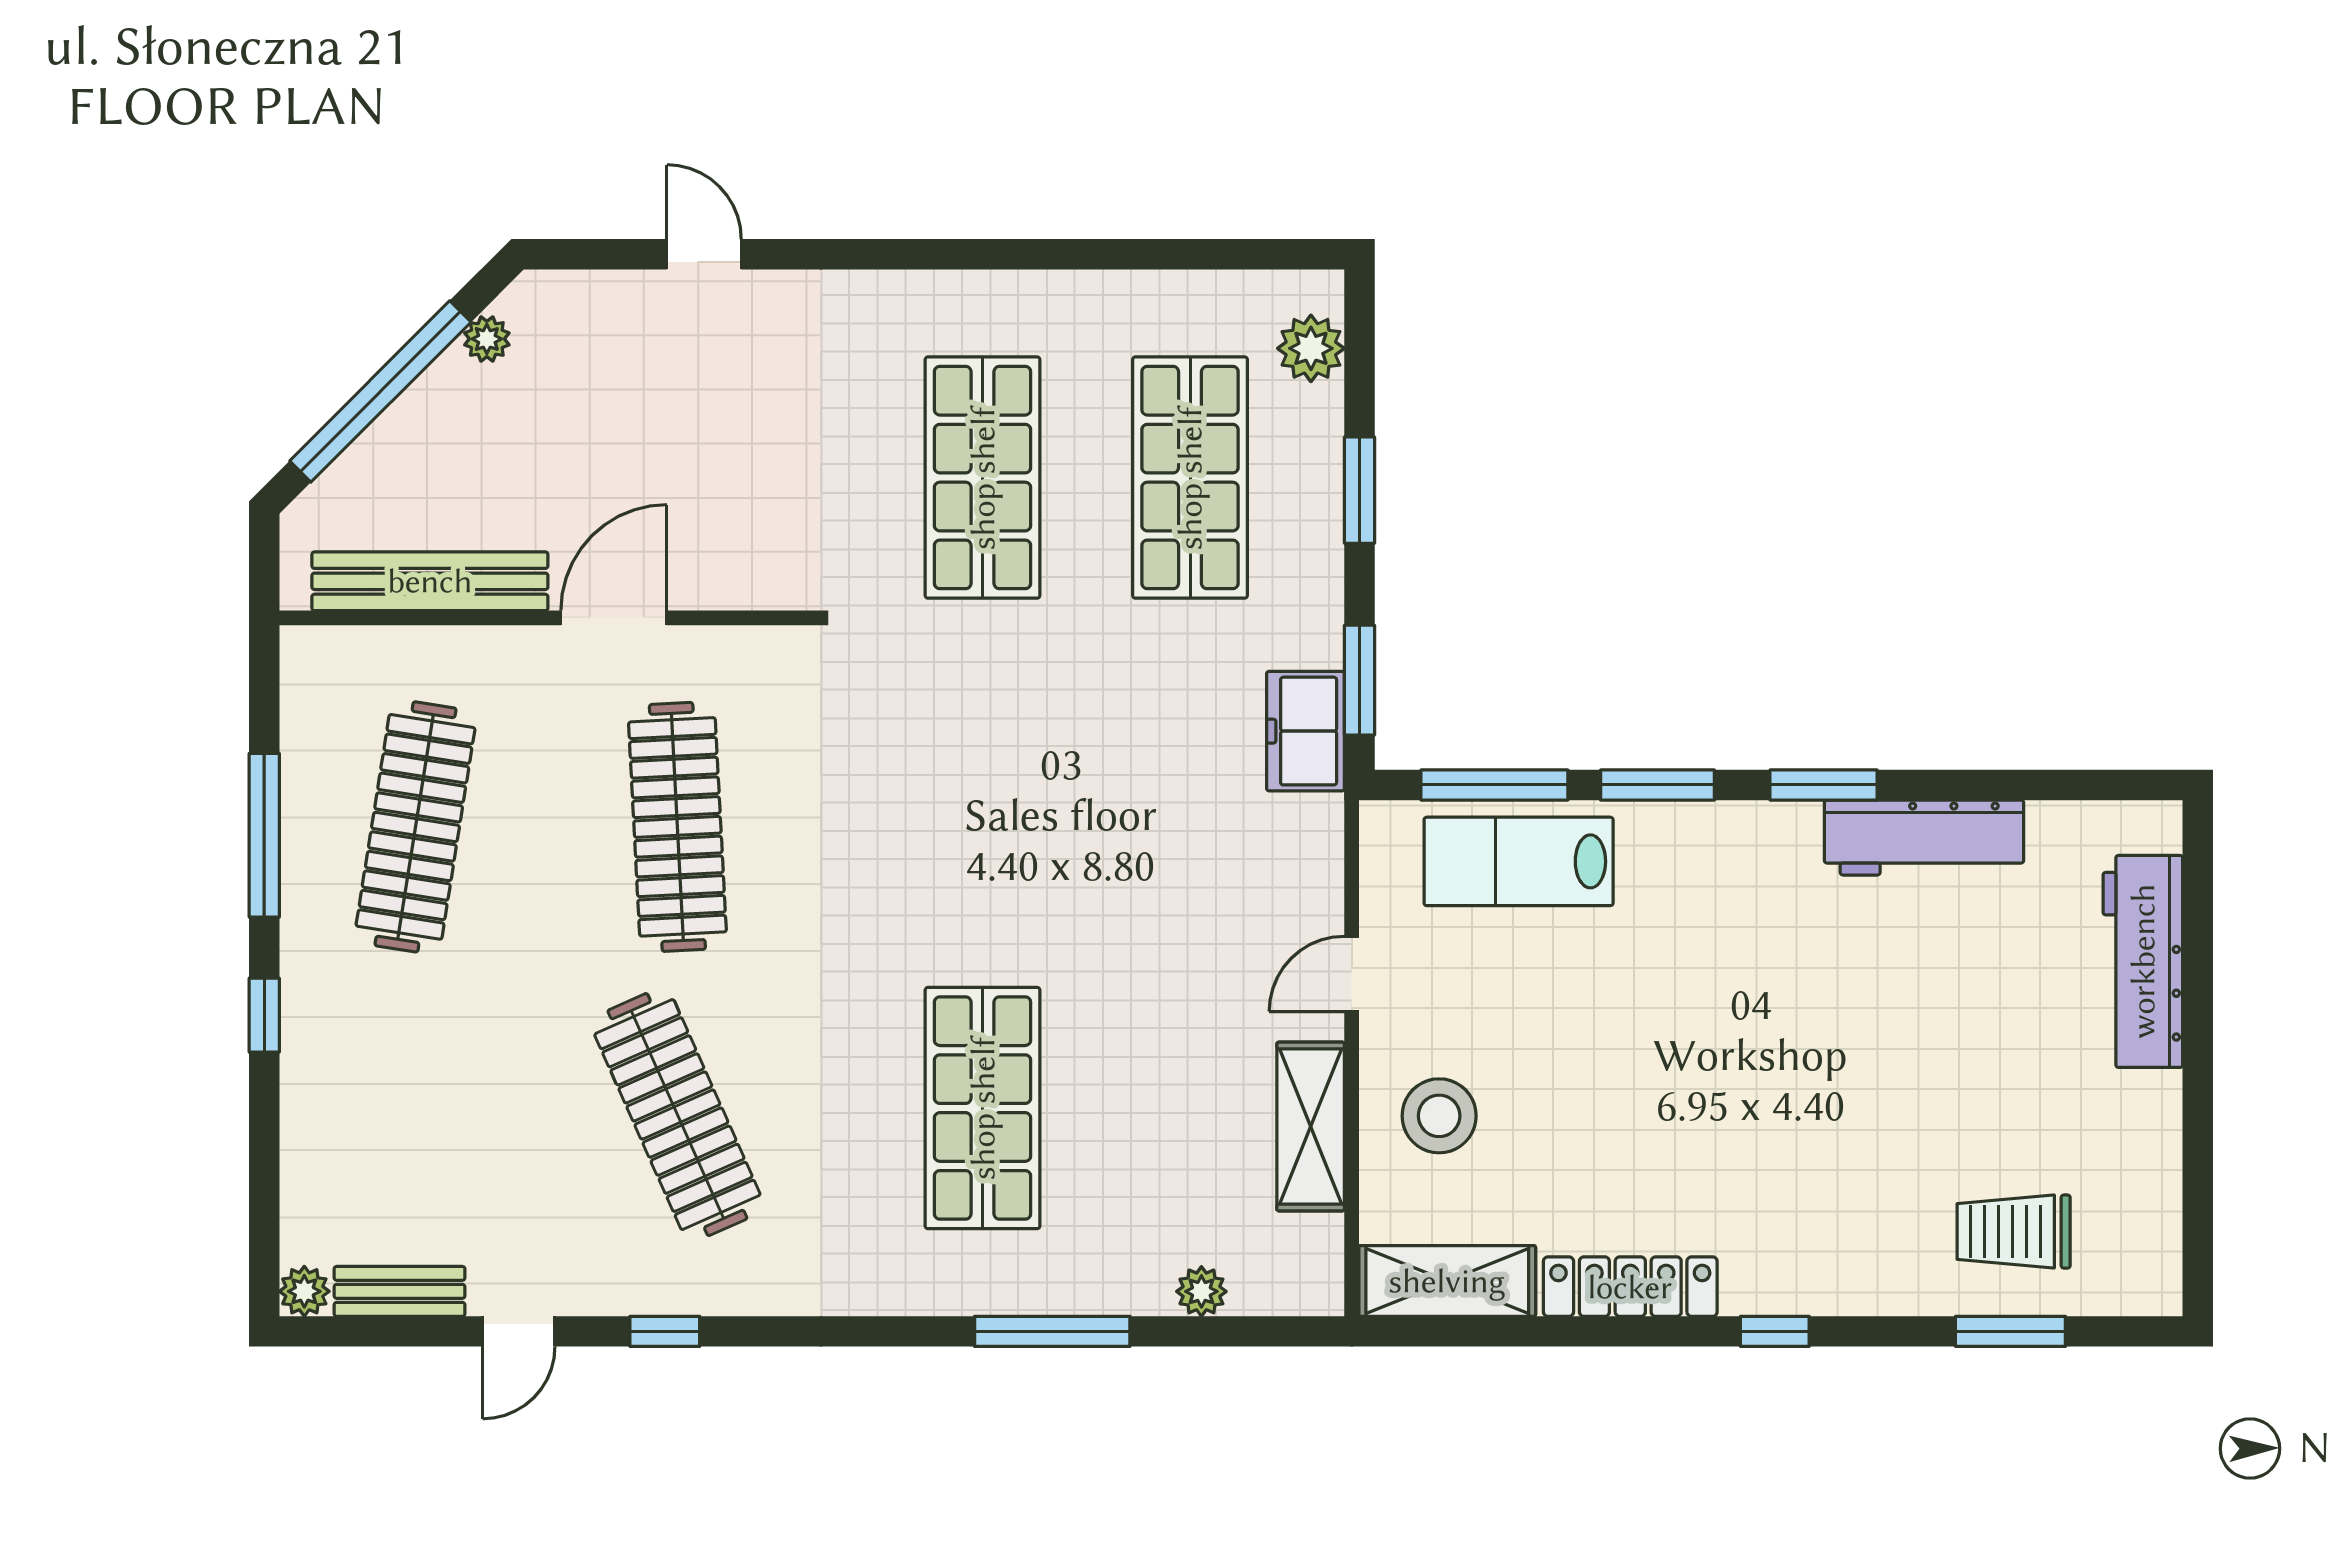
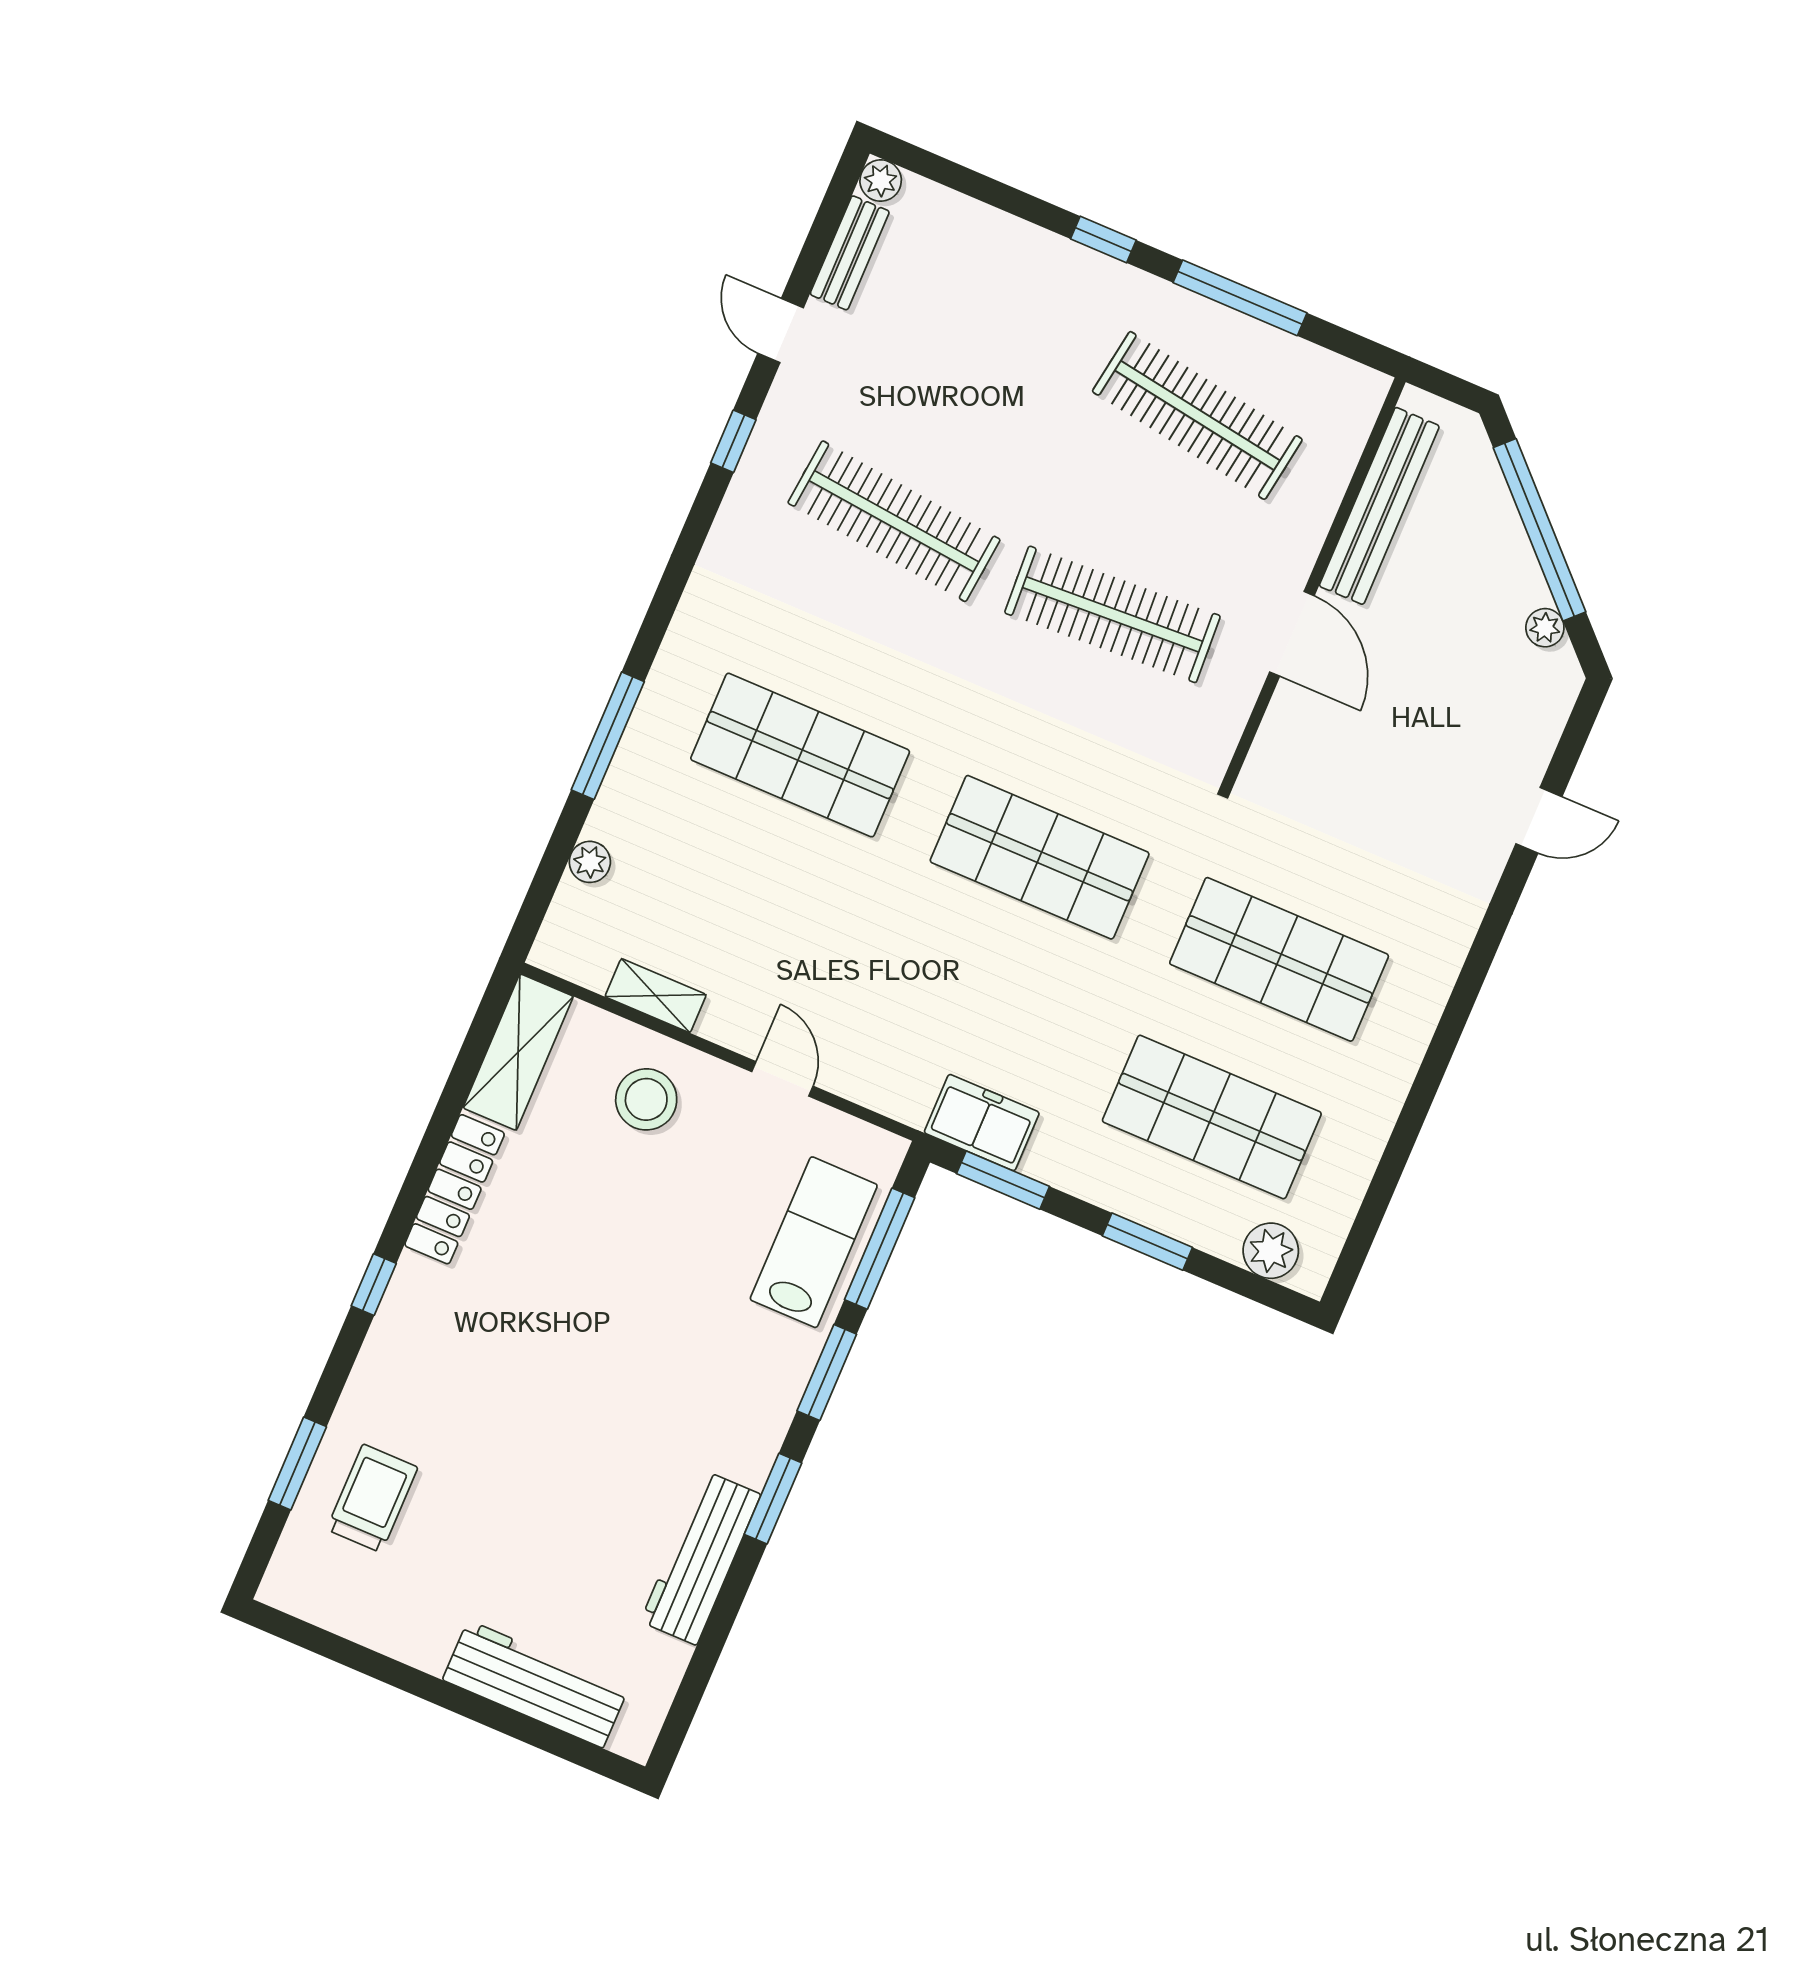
shop shelf: (983, 793) -> (1040, 857), added
clothes rail: (677, 1115) -> (894, 521), turned 30
shelving: (1311, 1126) -> (656, 996), width x0.67, depth x0.75

